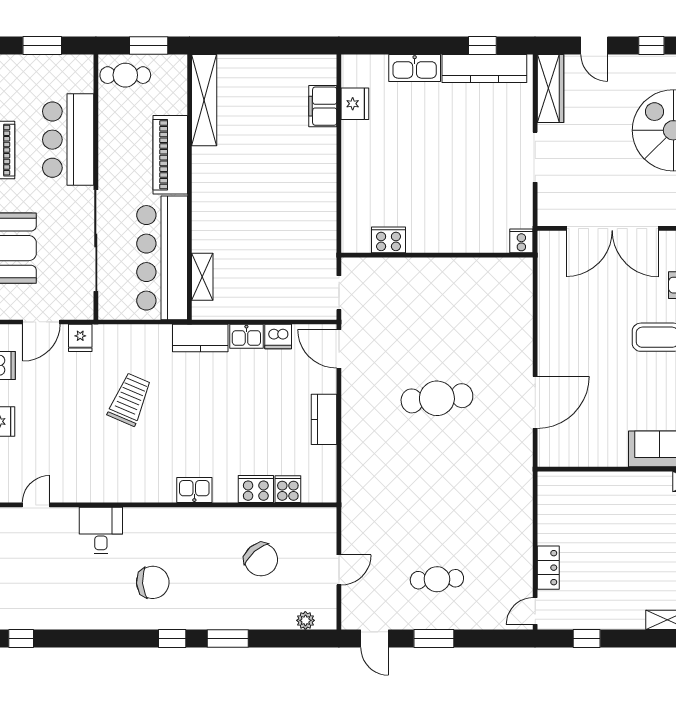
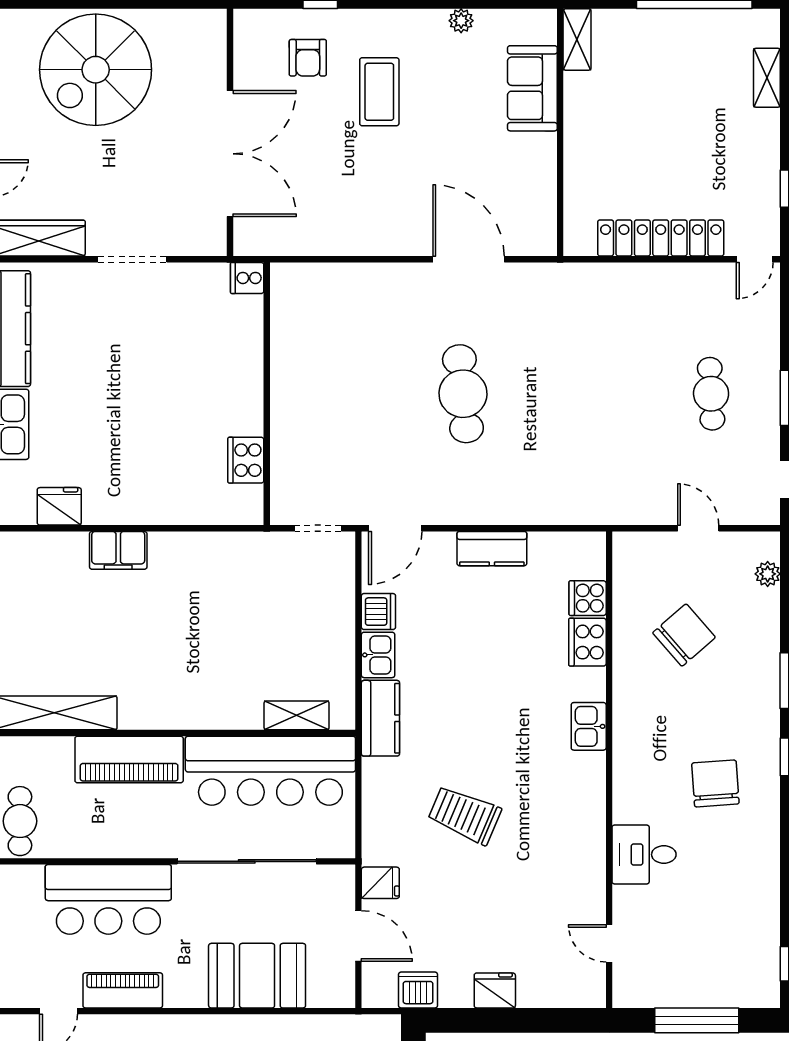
filing cabinet: (323, 106) -> (118, 550), moved
locker: (548, 568) -> (661, 238), width x2.16, depth x1.21
door: (535, 611) -> (755, 259), hinge flipped

